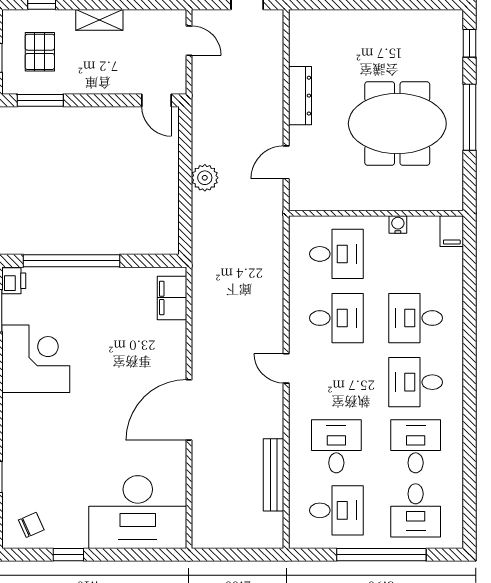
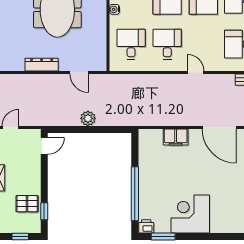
pallet: (40, 52) -> (27, 204), moved
window: (40, 100) -> (44, 211), width x0.67
filing cabinet: (172, 298) -> (176, 137), moved
door: (286, 368) -> (196, 72), swing flipped

